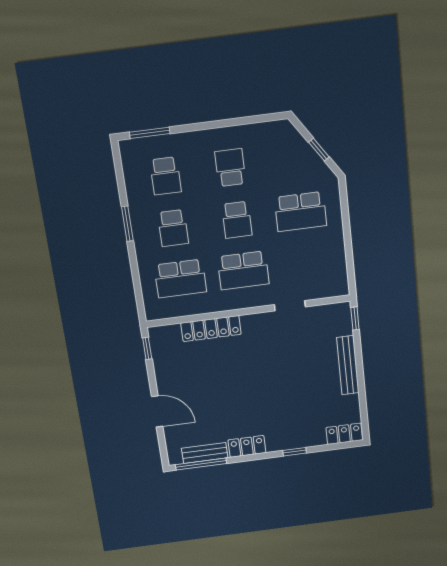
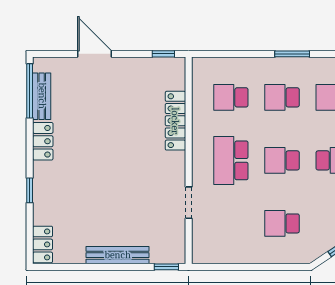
school desk: (301, 212) -> (282, 223), width x0.54
school desk: (180, 279) -> (231, 97), width x0.54
door: (157, 411) -> (95, 54), swing flipped

